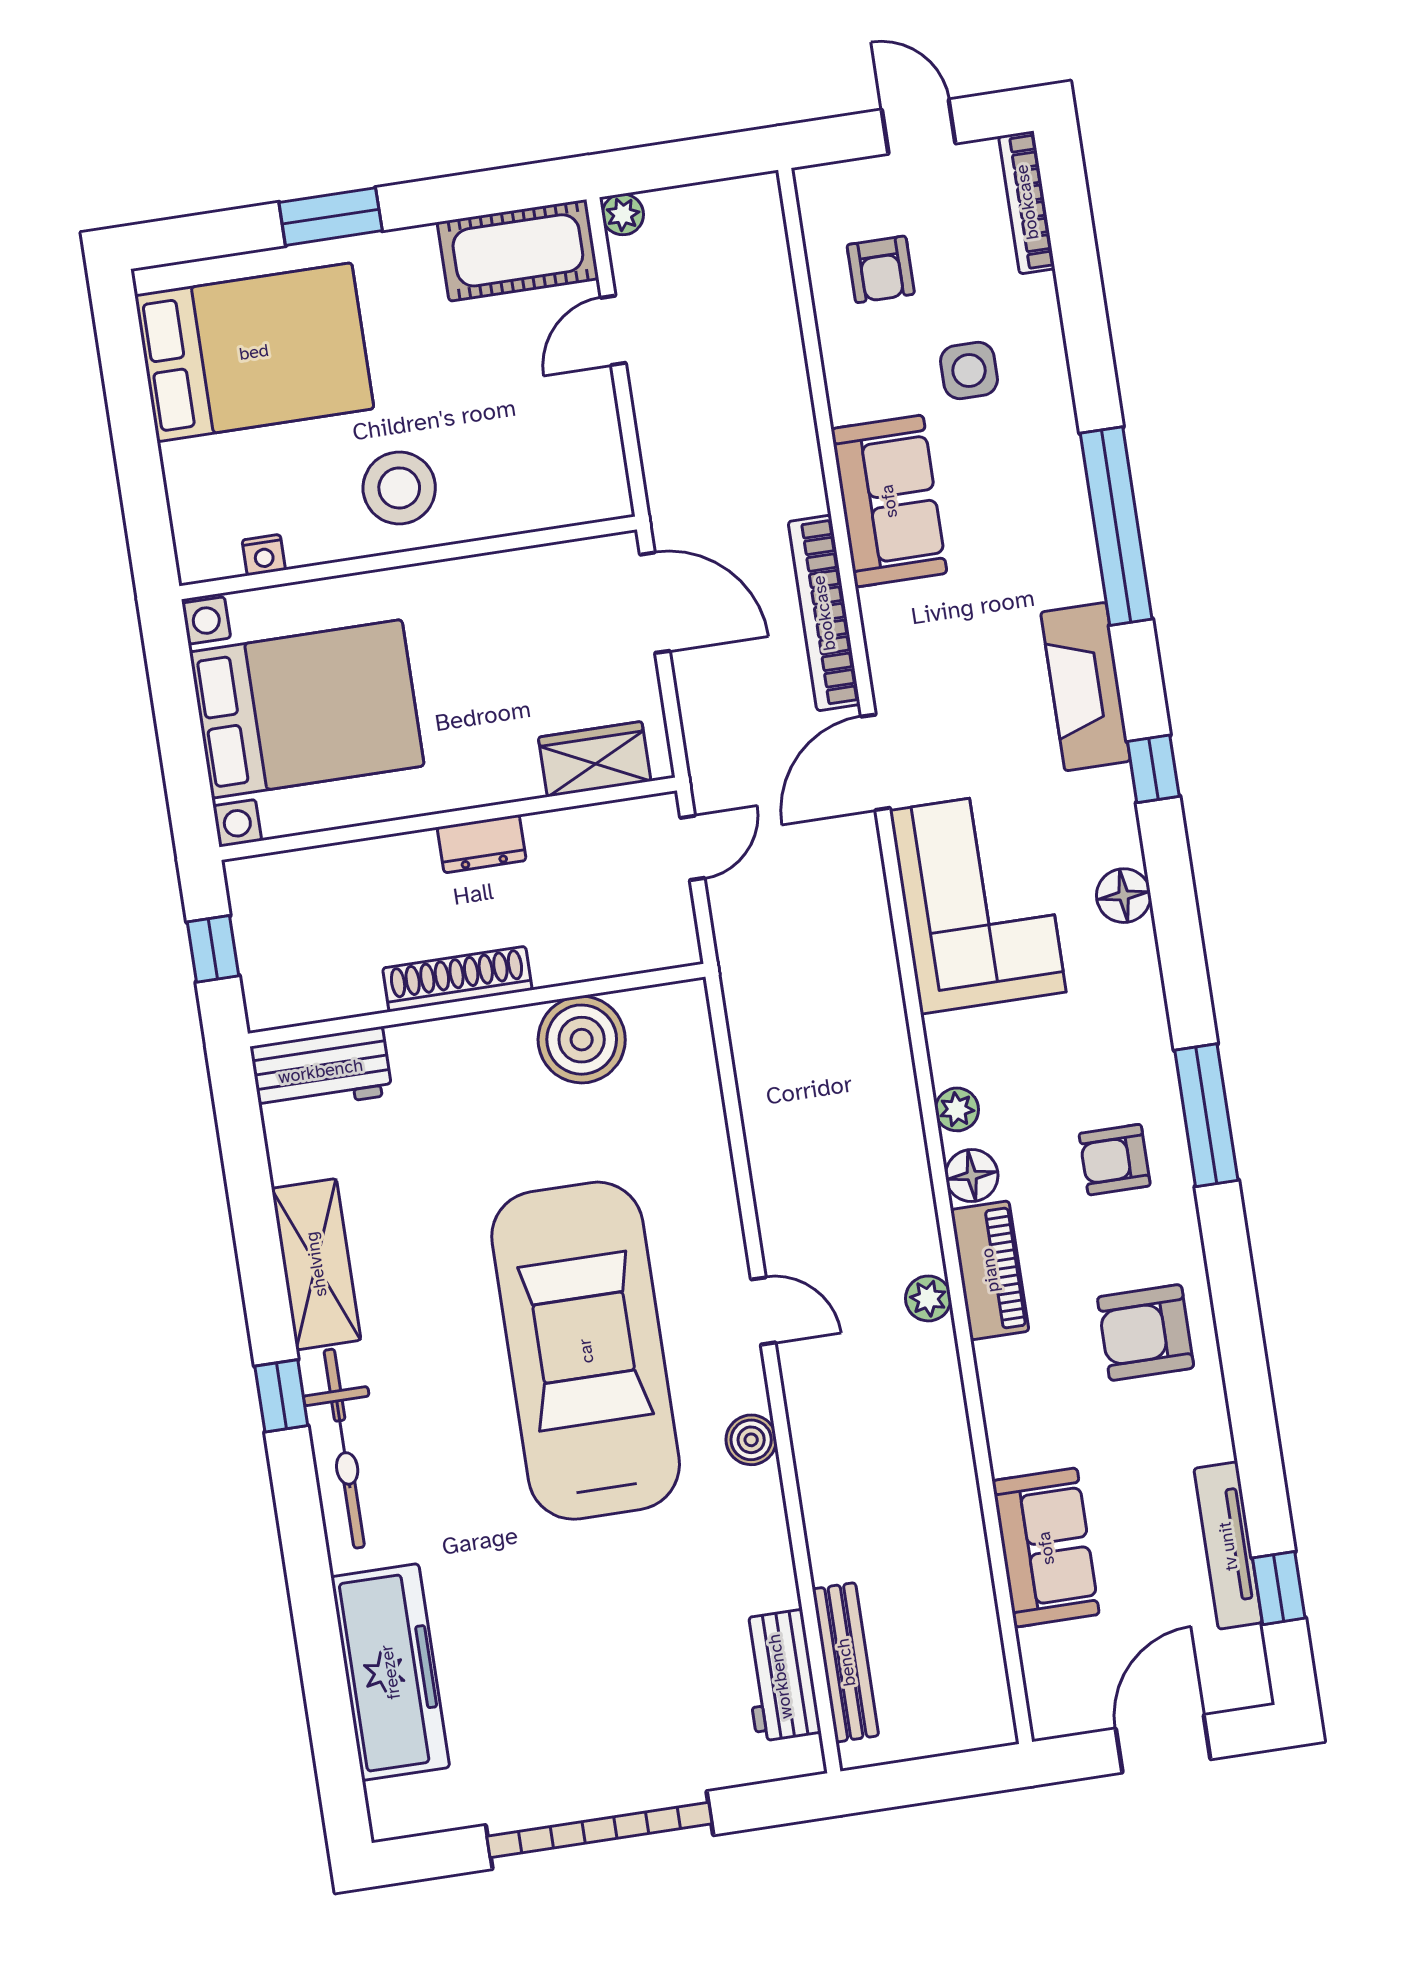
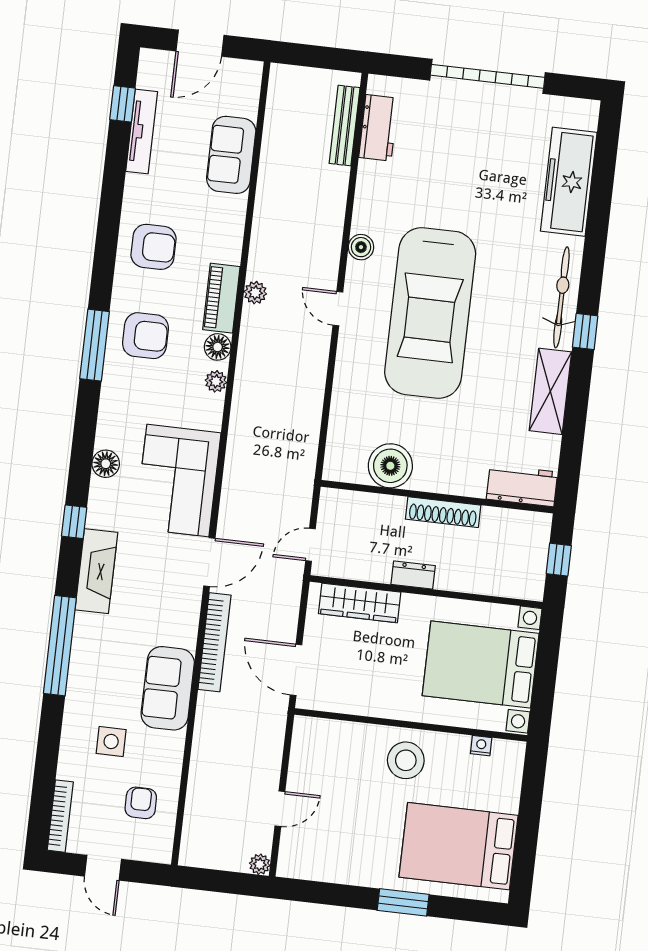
cot: (518, 250) -> (316, 861), removed
wardrobe: (595, 759) -> (360, 603), width x1.50
armchair: (1115, 1160) -> (145, 336), width x1.38, depth x1.38

